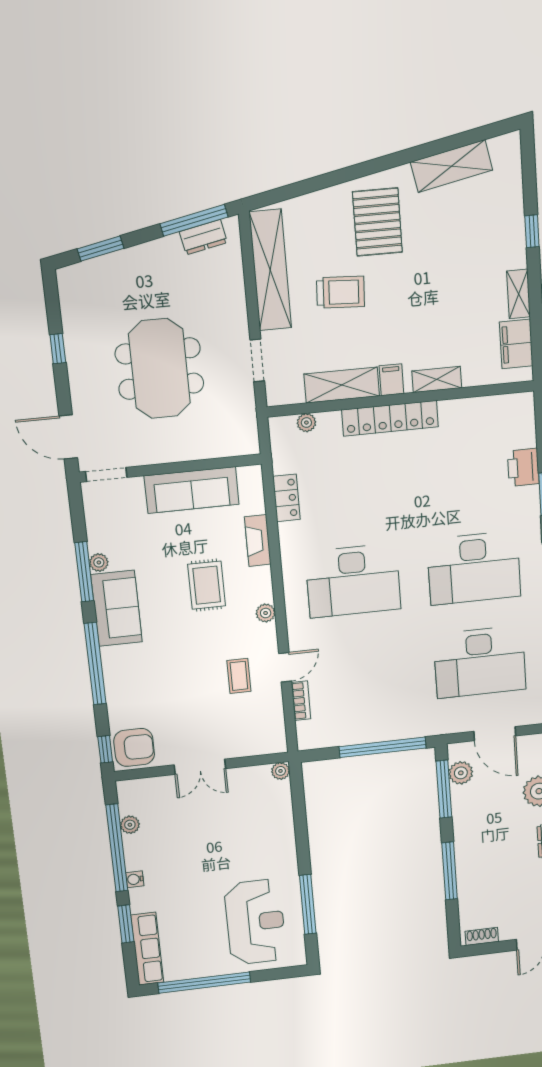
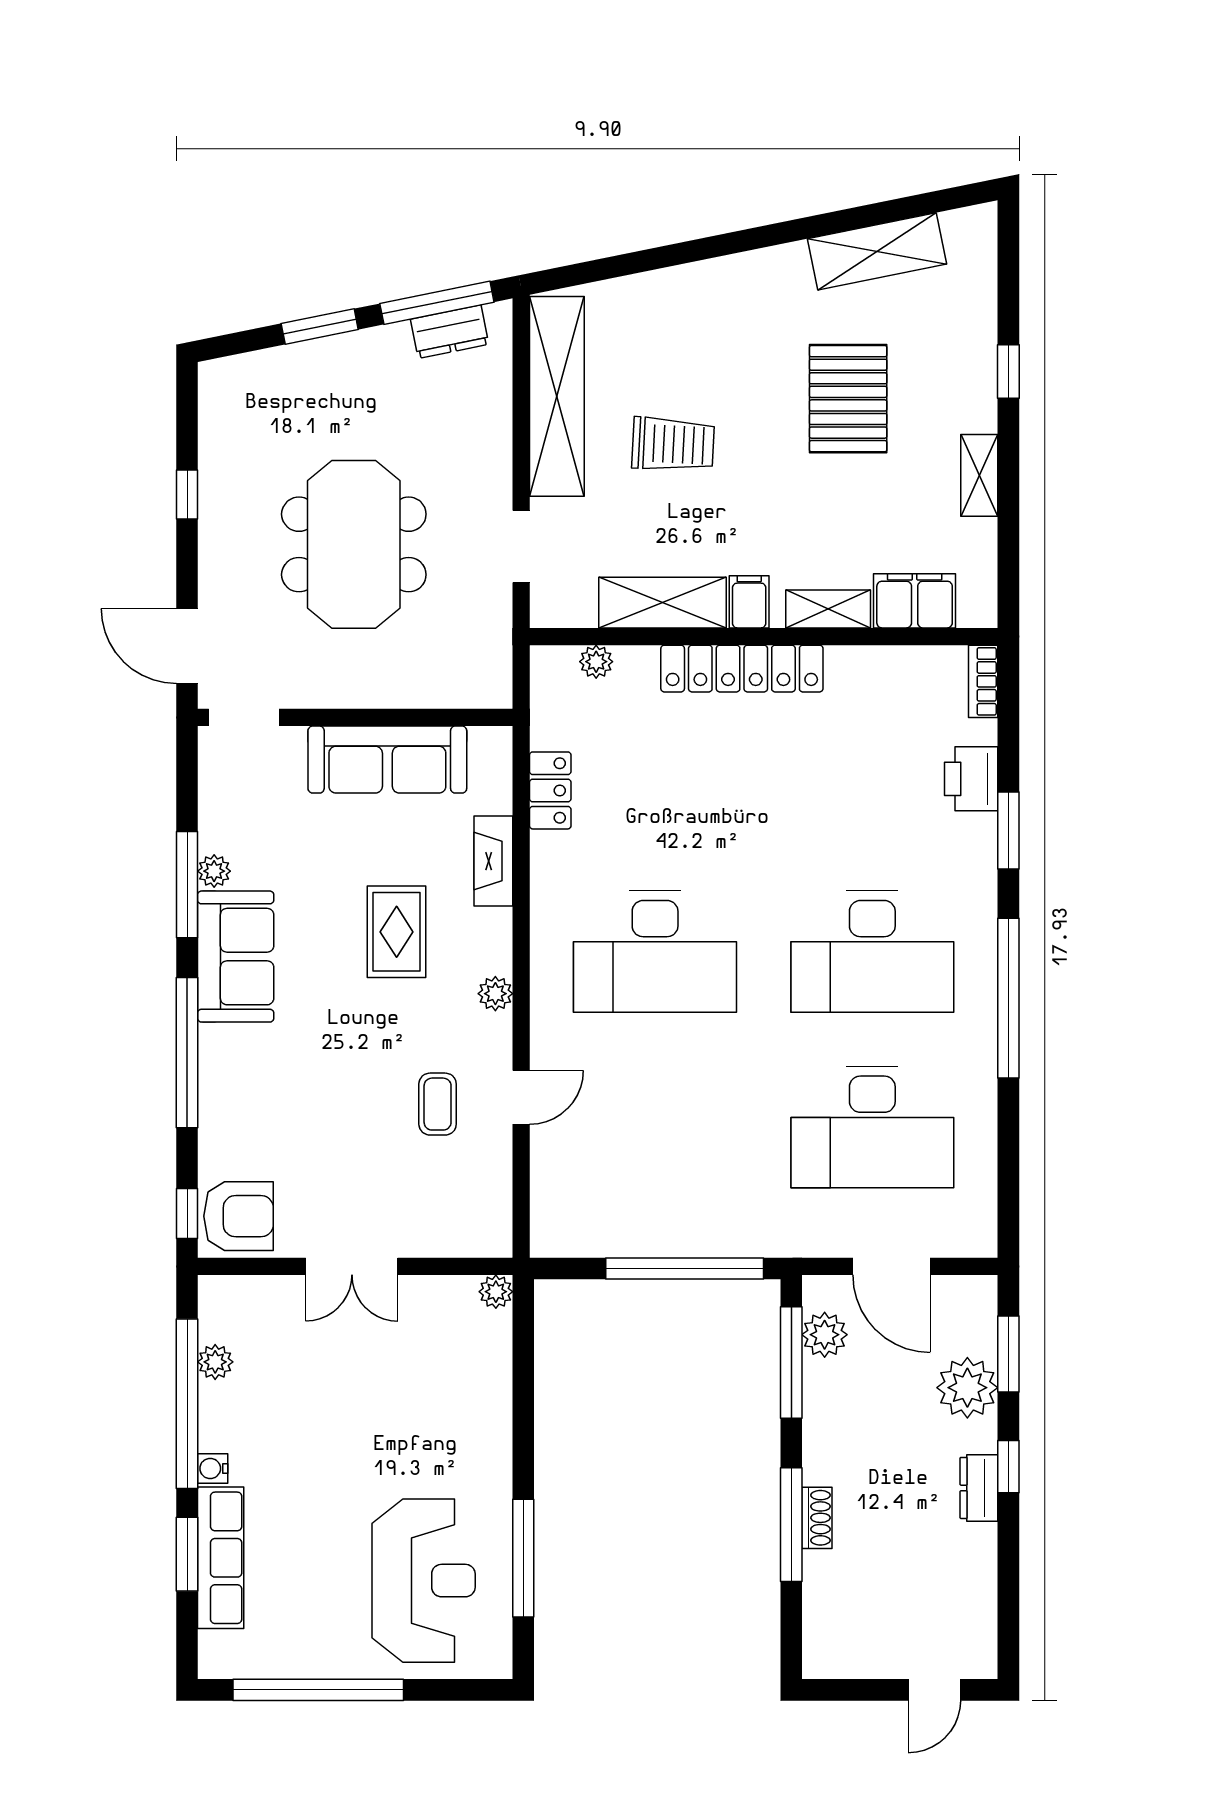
pallet: (377, 222) -> (848, 399), moved
window: (101, 249) -> (320, 326), moved
filing cabinet: (516, 344) -> (915, 601), moved, turned 90
bookcase: (301, 701) -> (983, 681), moved, turned 180
shoe rack: (482, 936) -> (817, 1518), moved, turned 90
row of seats: (147, 949) -> (221, 1558), moved

